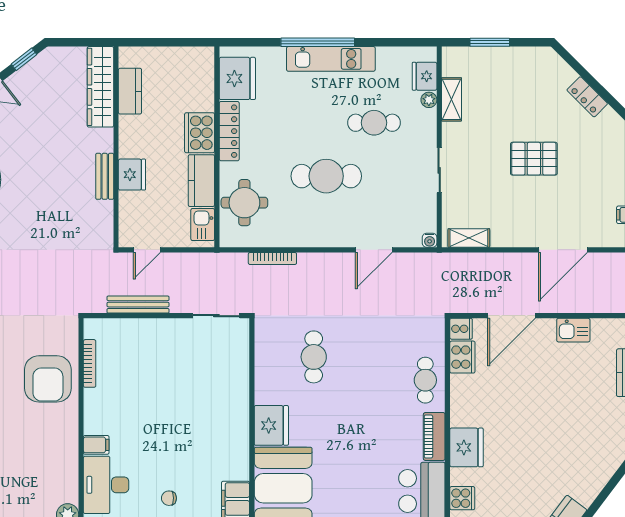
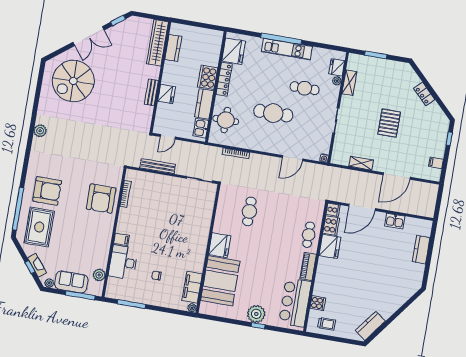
pallet: (534, 159) -> (389, 123), turned 90
shelving: (469, 238) -> (361, 163), moved
fridge: (466, 447) -> (330, 246), moved

